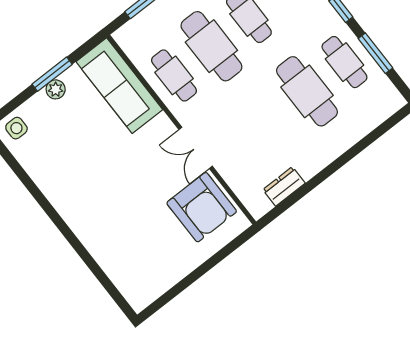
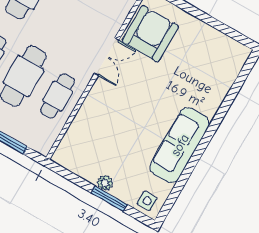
window: (52, 74) -> (109, 199), moved
sofa: (119, 86) -> (180, 145), moved, turned 180

